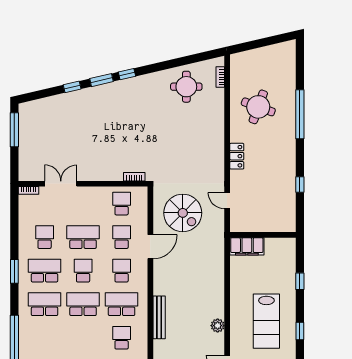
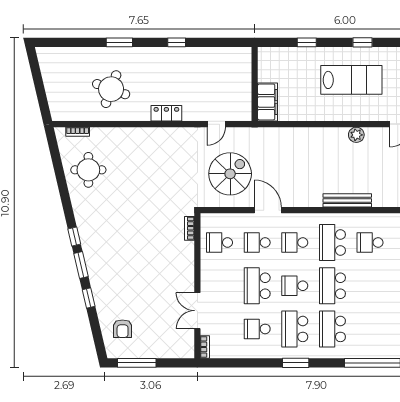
window: (300, 114) -> (119, 42), width x0.47
armchair: (45, 117) -> (123, 329), added
window: (300, 184) -> (177, 42), moved

